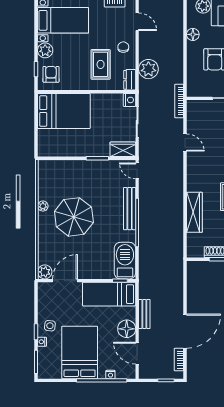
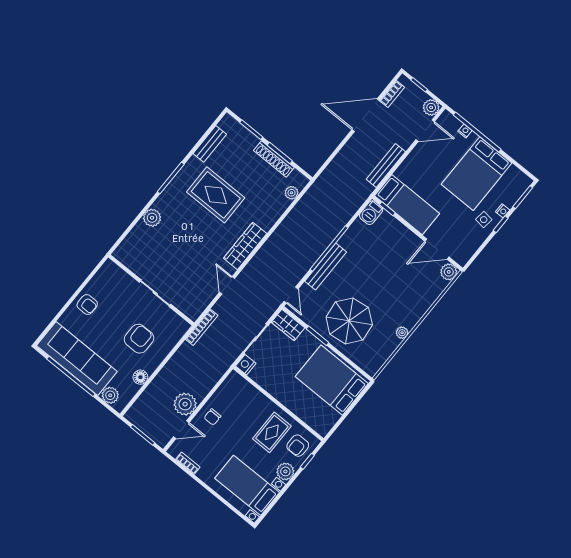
door: (137, 22) -> (181, 430), swing flipped
rug: (101, 64) -> (272, 432), moved
plant: (148, 69) -> (185, 404), moved
dresser: (130, 80) -> (231, 383), removed
bed: (64, 111) -> (332, 380), moved
wardrobe: (194, 212) -> (245, 246), moved
parasol: (74, 217) -> (349, 321), moved
plant: (192, 239) -> (292, 193), added
barbecue: (125, 261) -> (371, 213), width x0.53, depth x0.65
bench: (144, 314) -> (386, 165), width x1.36
floor lamp: (127, 329) -> (417, 160), removed
door: (137, 353) -> (425, 131), hinge flipped
plant: (146, 372) -> (431, 107), added

